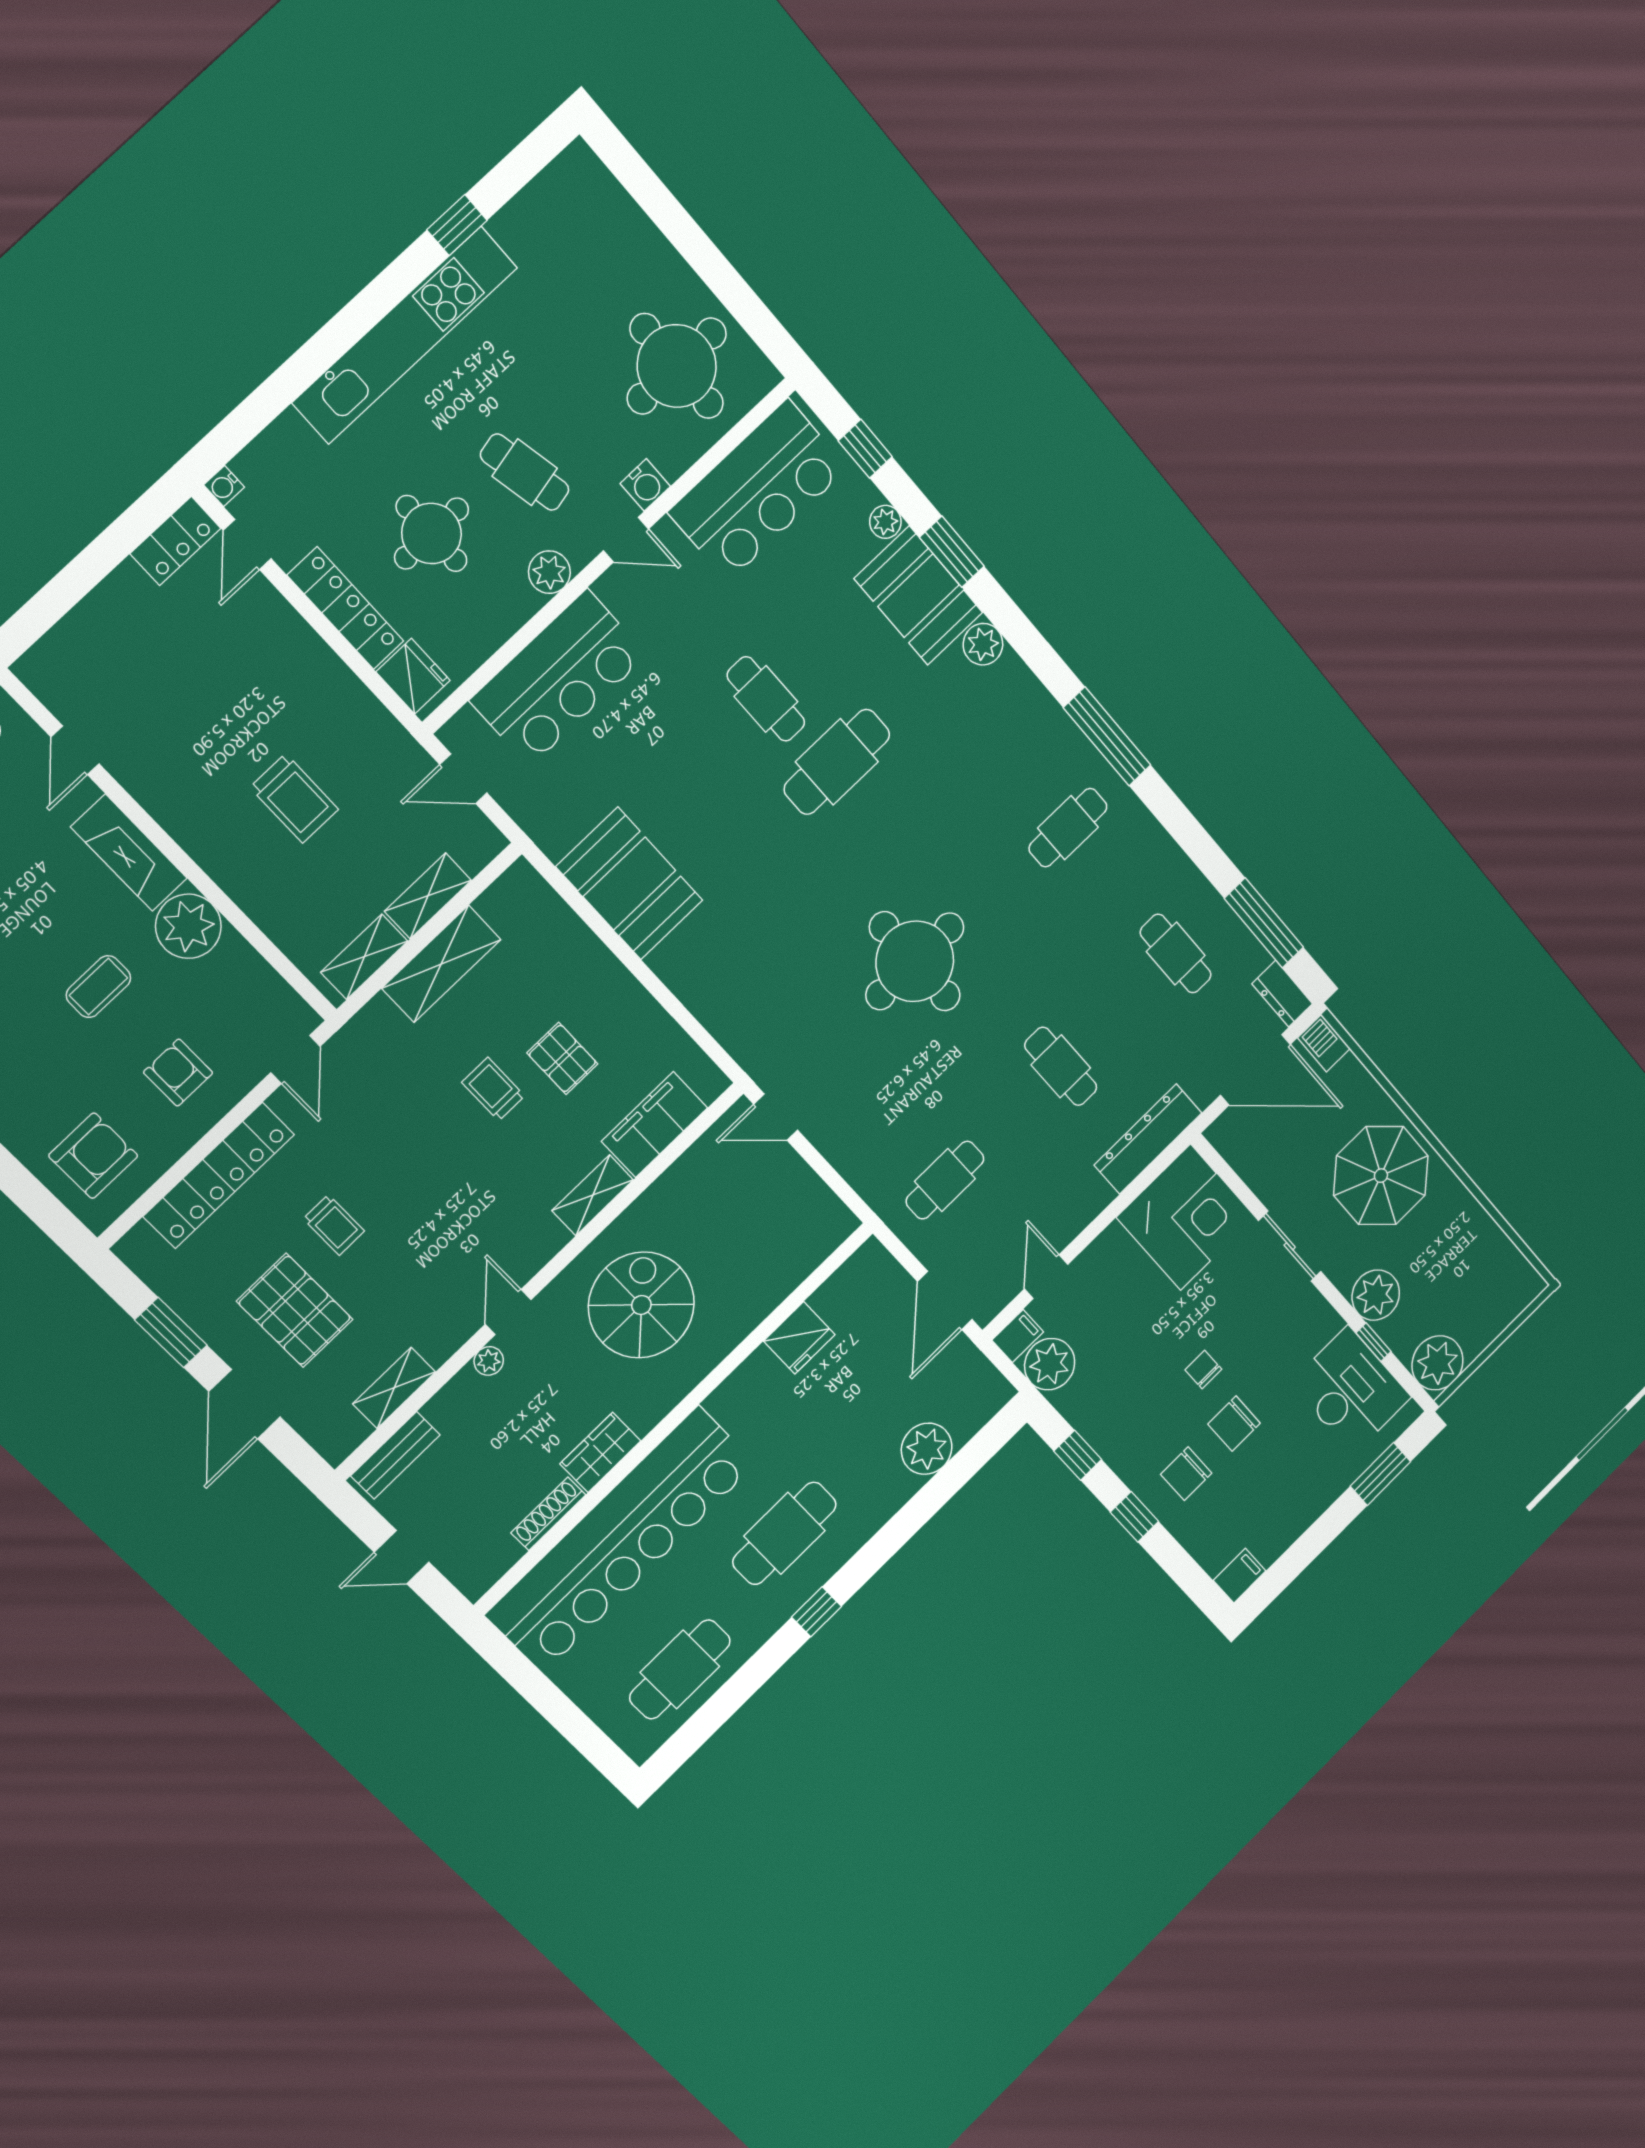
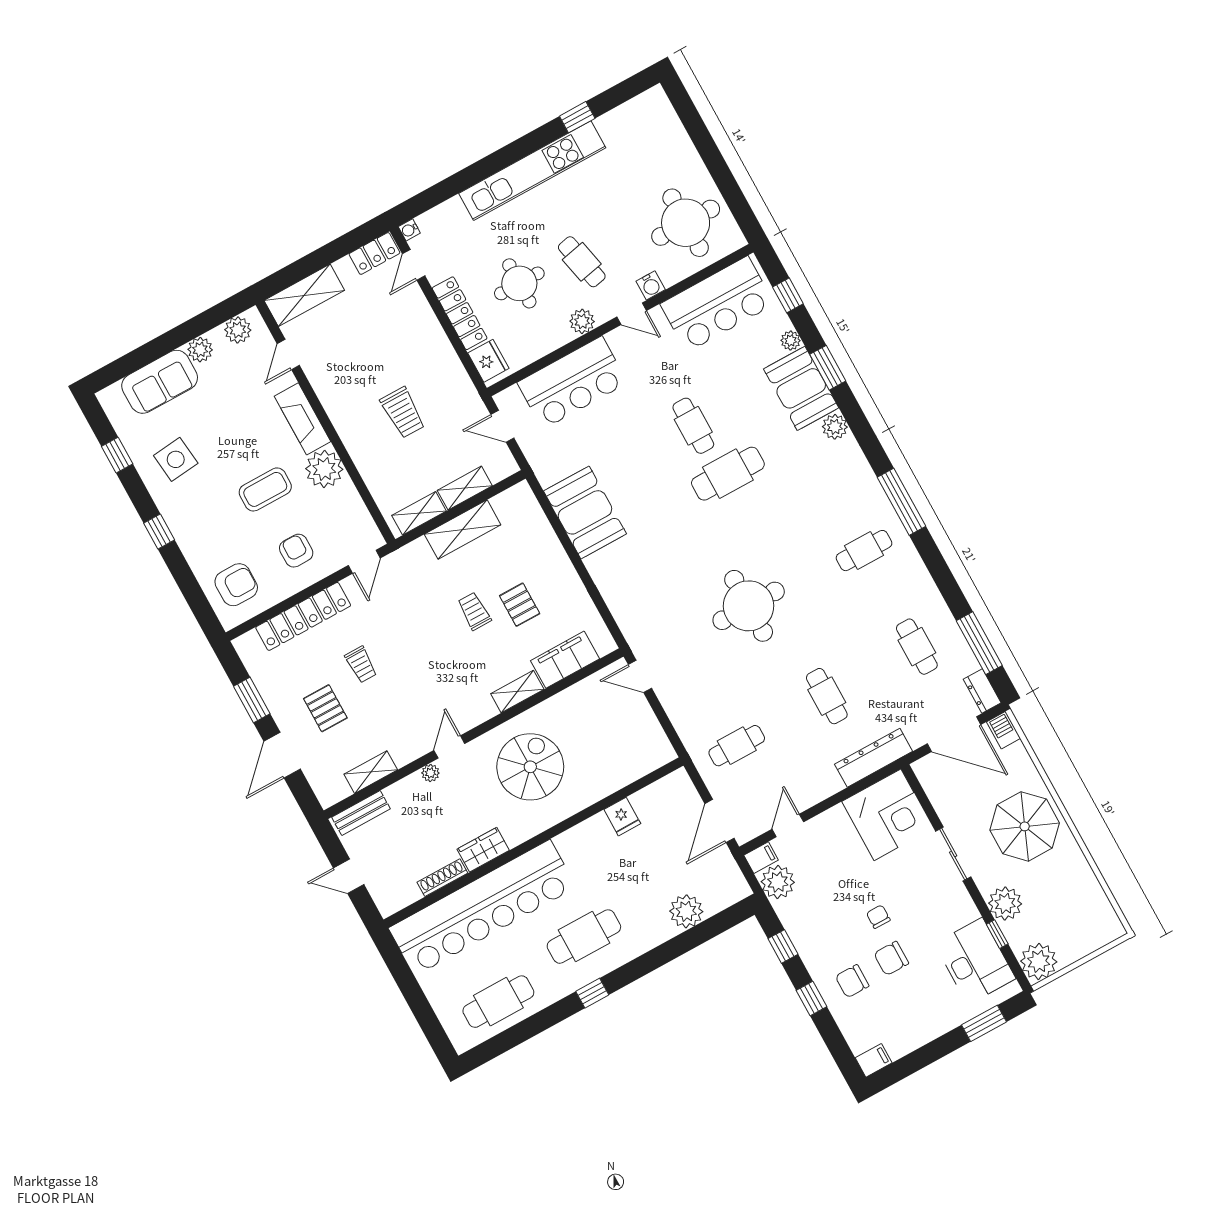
shelving: (75, 642) -> (304, 295), added
coffee table: (98, 987) -> (265, 489), width x1.36, depth x1.30
pallet: (295, 1310) -> (325, 708), width x0.67, depth x0.71
fridge: (799, 1338) -> (622, 817), width x0.72

